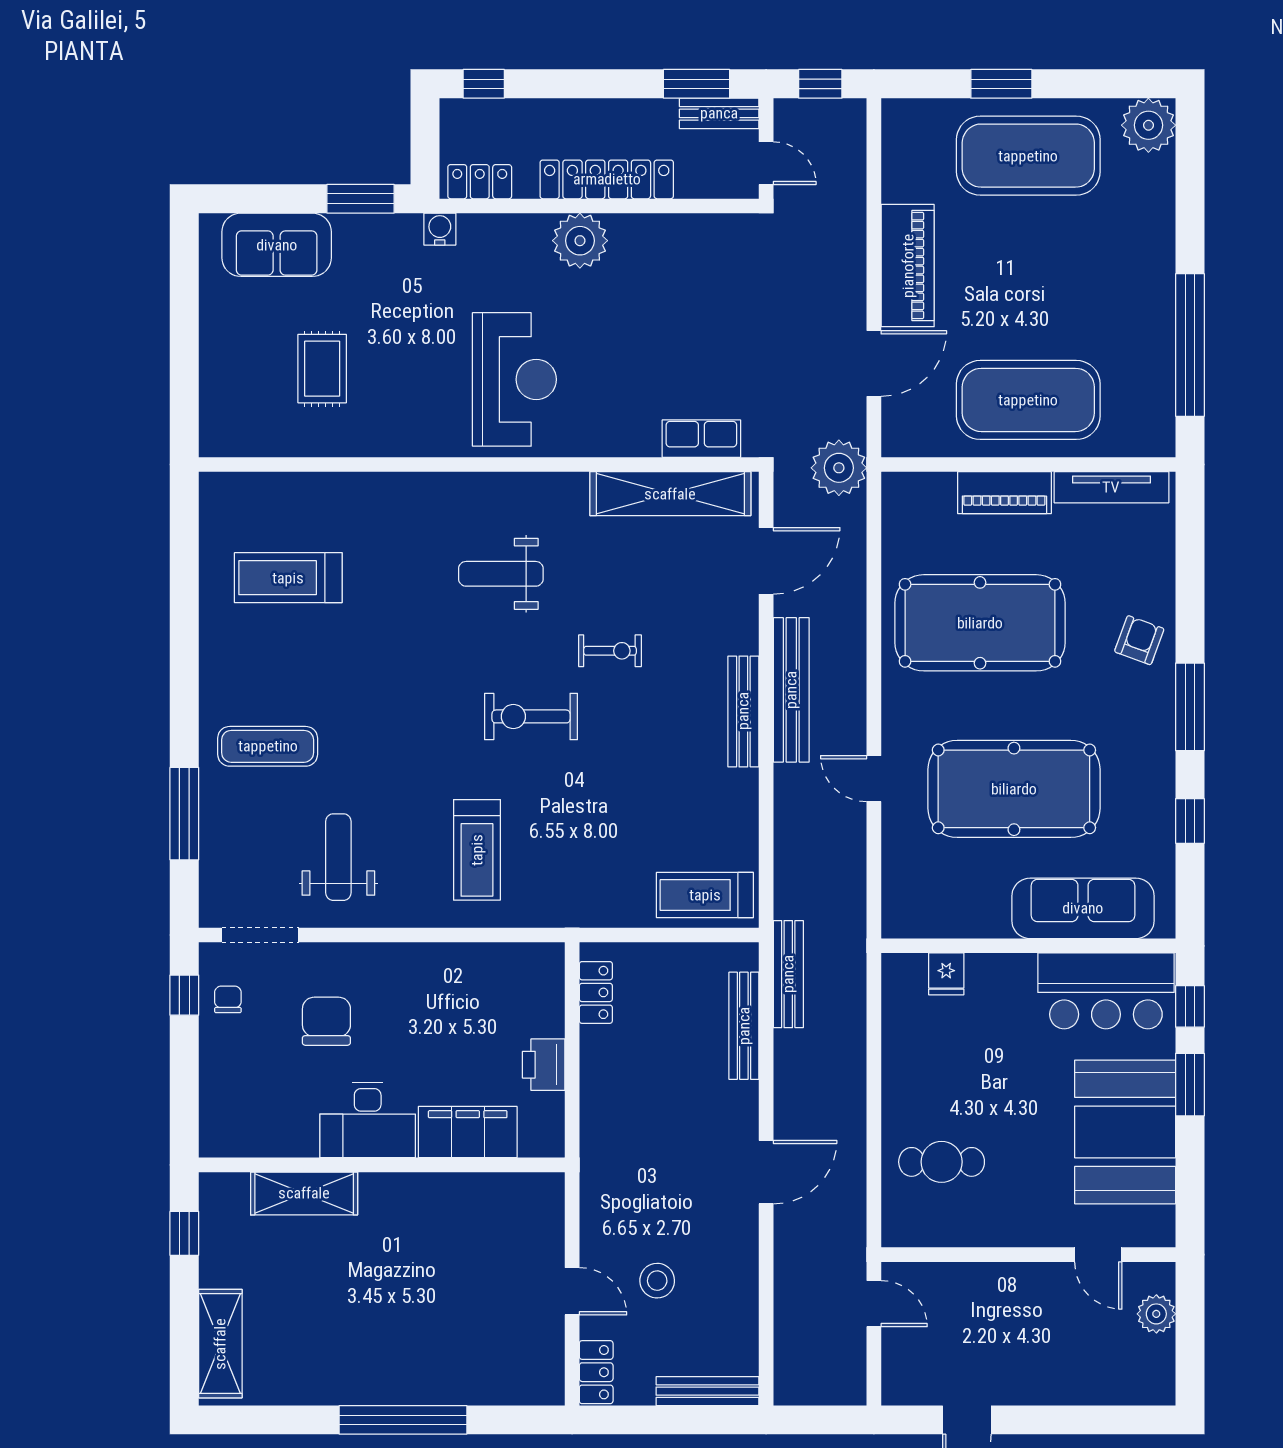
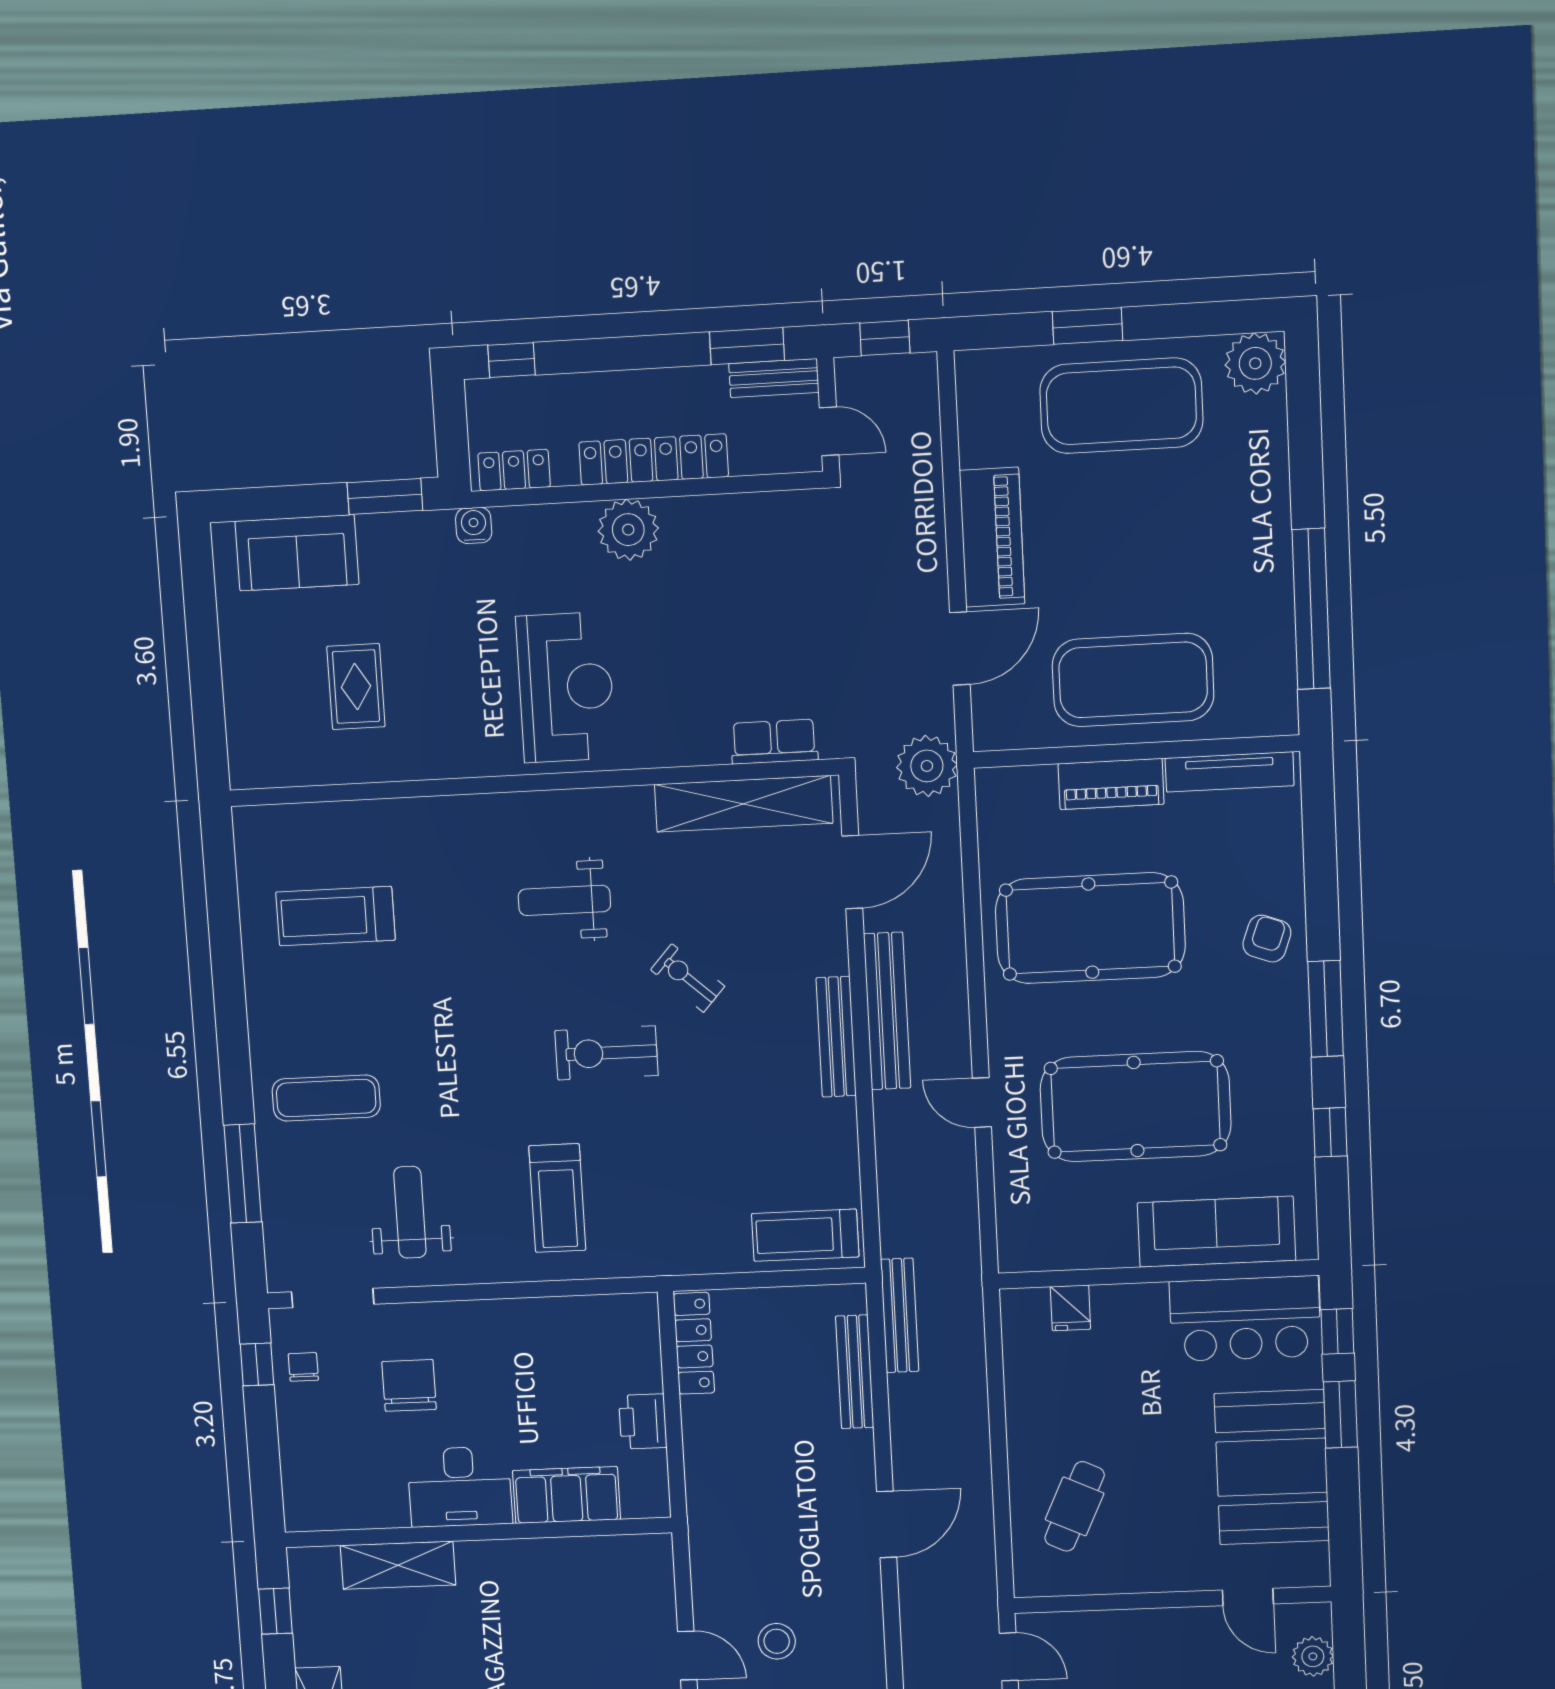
exercise bike: (610, 651) -> (688, 978), turned -138
locker: (596, 992) -> (694, 1343), width x1.53
cafe table: (942, 1162) -> (1075, 1506), turned -65

